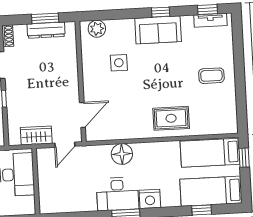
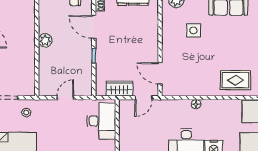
door: (82, 115) -> (160, 73), swing flipped
floor lamp: (122, 154) -> (196, 104), width x0.53, depth x0.53

